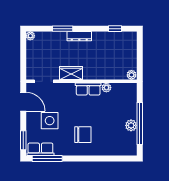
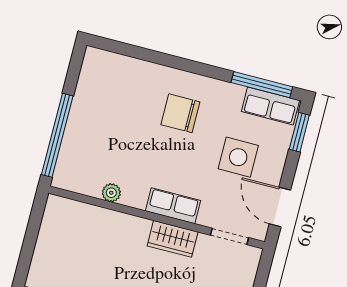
plant: (131, 75) -> (56, 205), removed
row of seats: (88, 89) -> (173, 206), moved
window: (140, 124) -> (57, 135), moved
plant: (131, 125) -> (82, 107), removed

